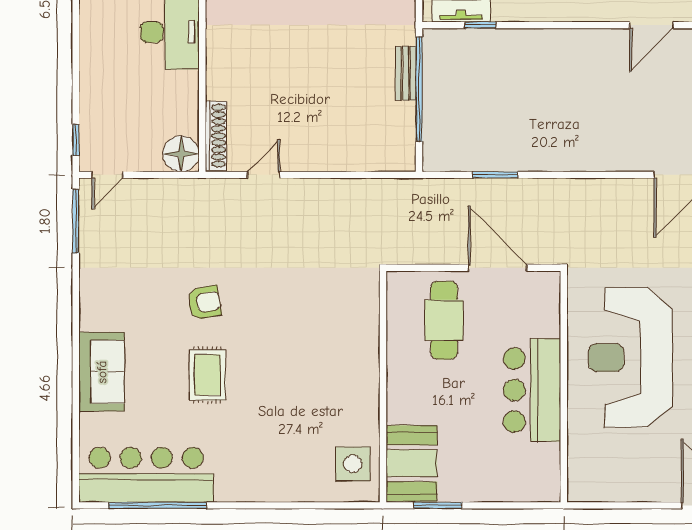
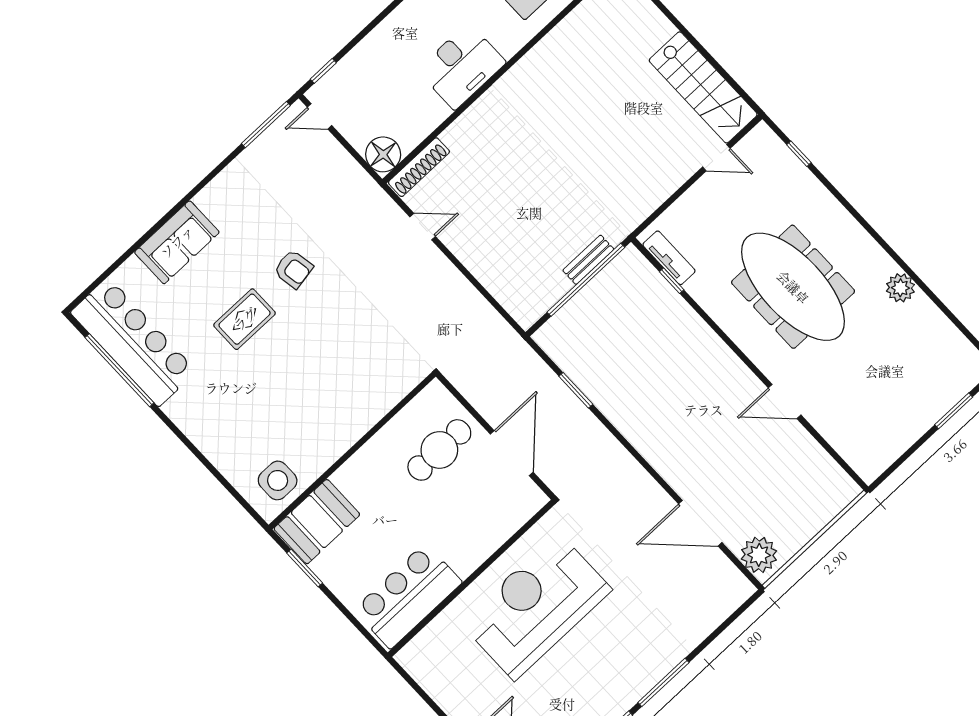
bar counter: (532, 390) -> (408, 596), moved

